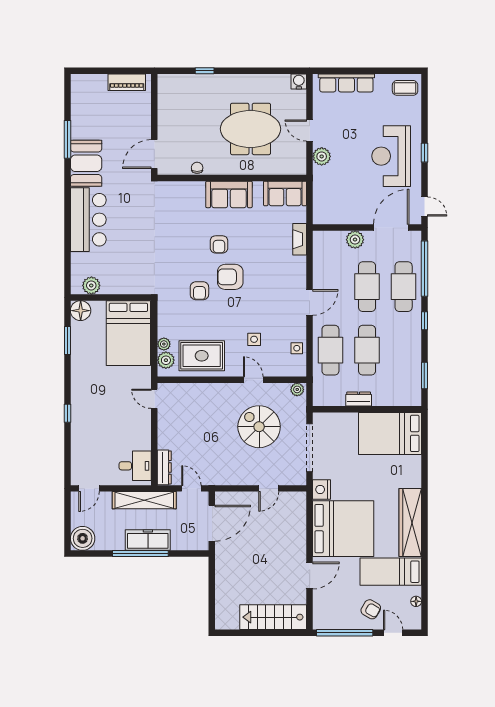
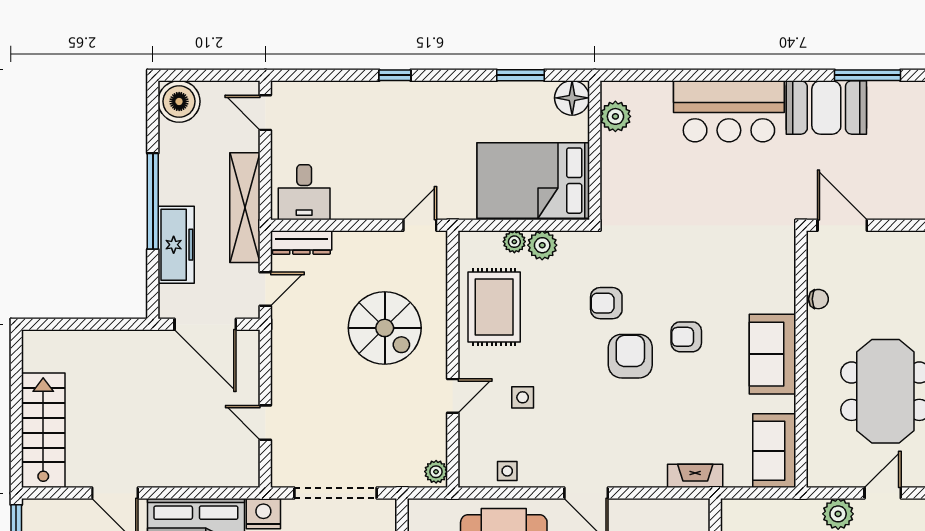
plant: (166, 360) -> (542, 245), moved
spiral stairs: (259, 427) -> (385, 328), moved, turned 90
freezer: (148, 540) -> (176, 245), moved

